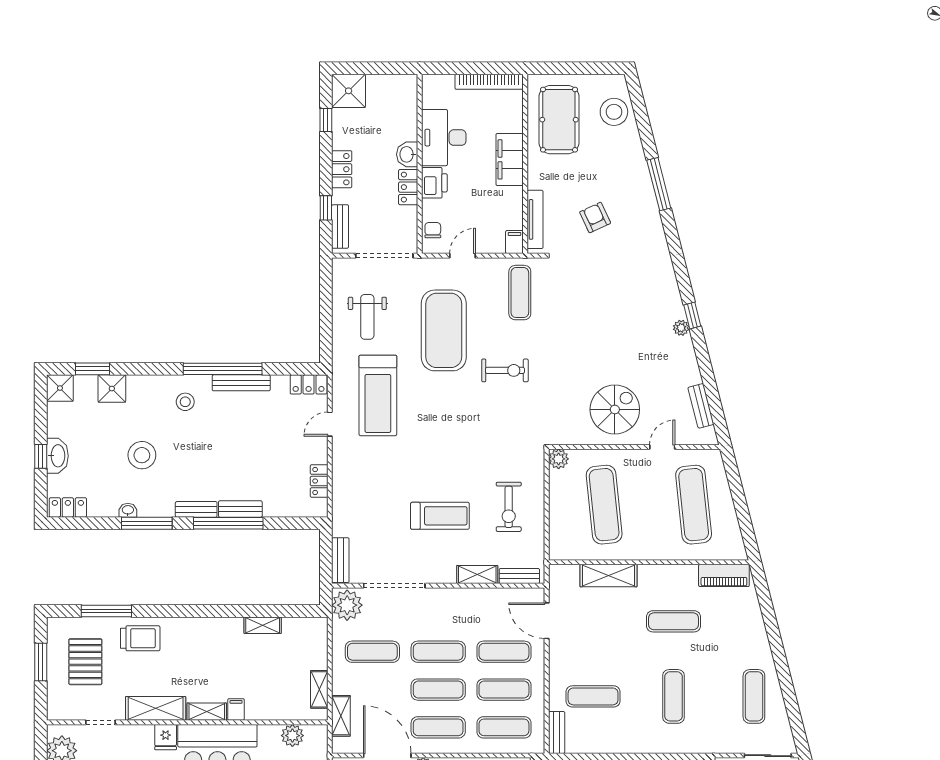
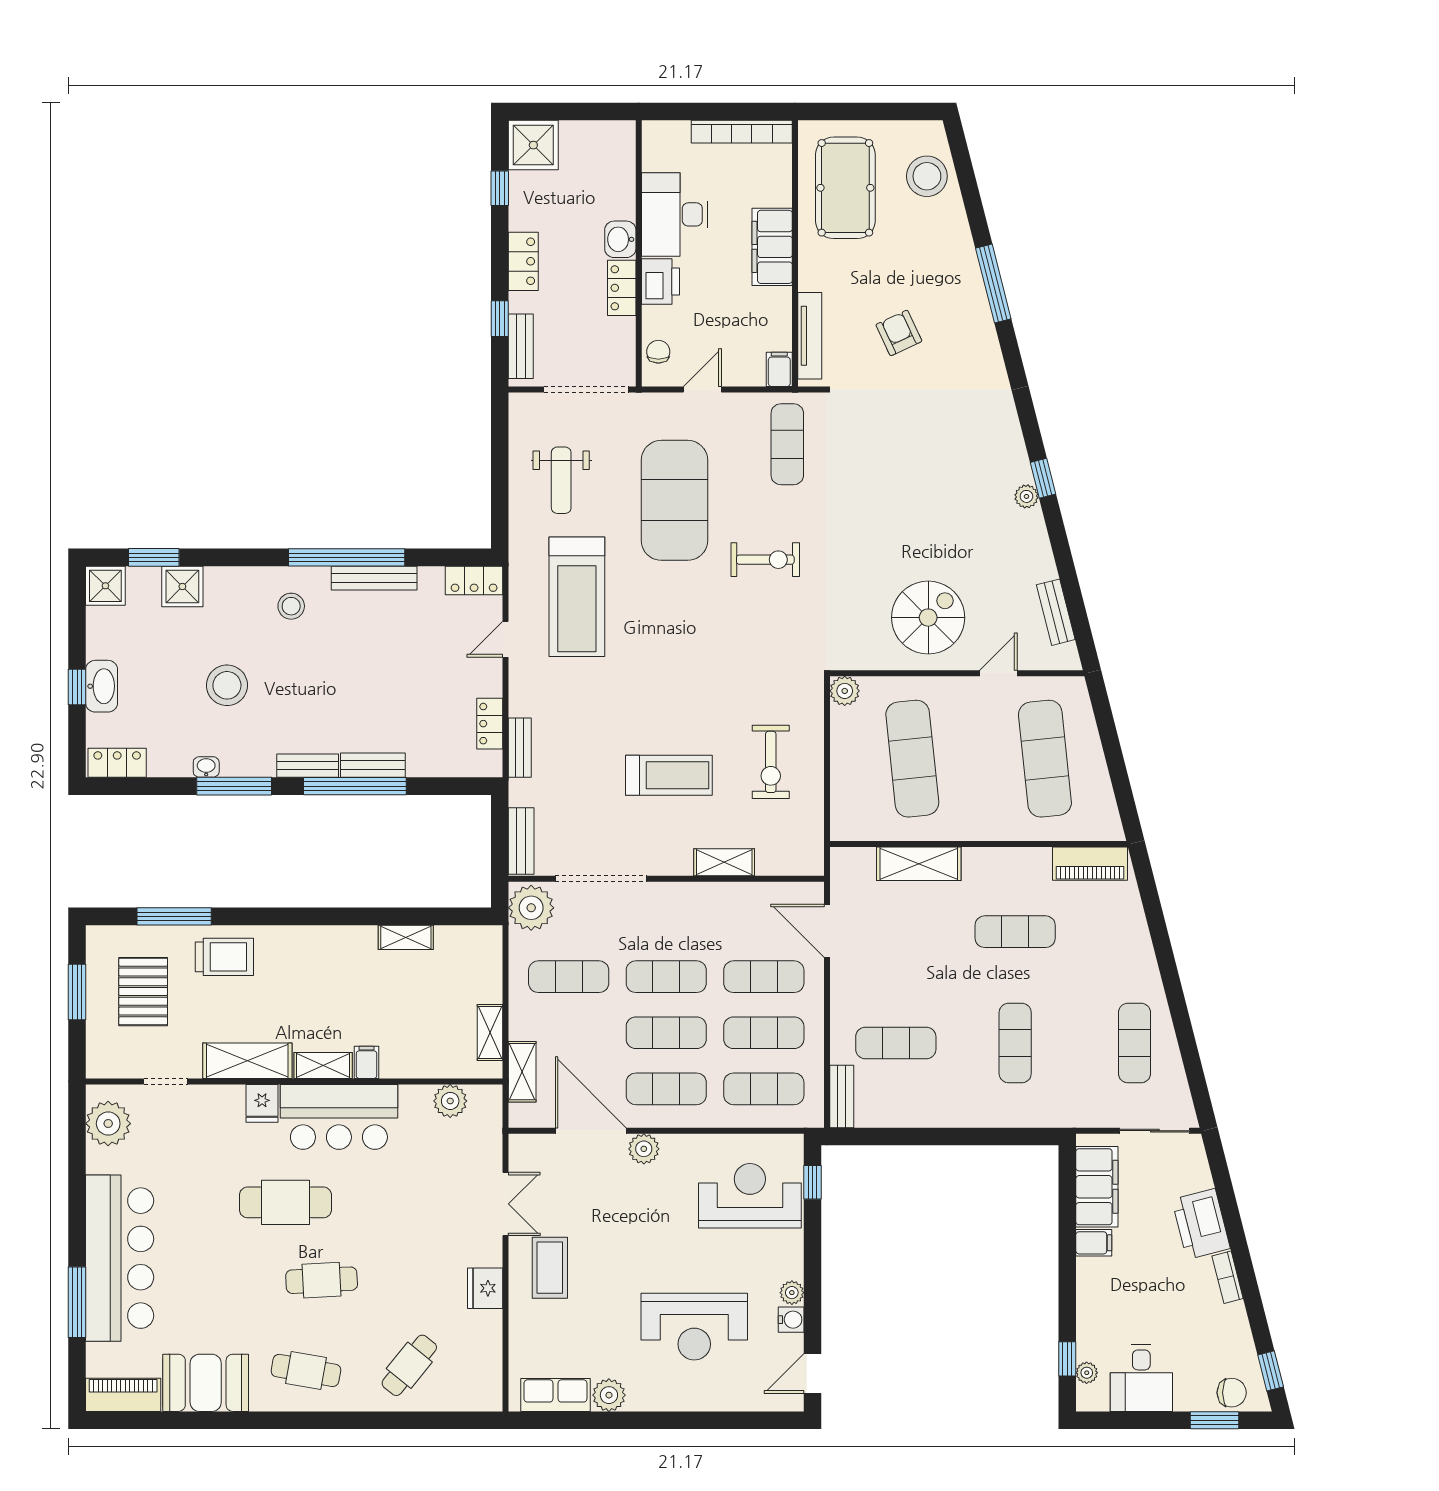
bench: (519, 576) -> (520, 748), moved, turned 90

